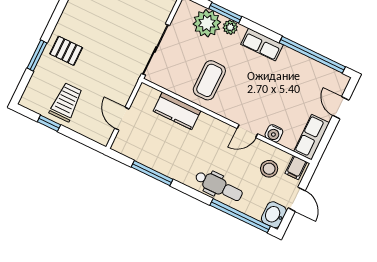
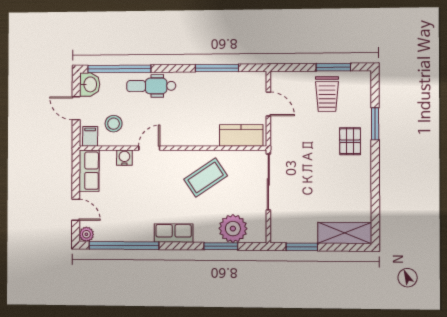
plant: (230, 27) -> (86, 234), moved
pallet: (66, 51) -> (350, 141), turned 90
coffee table: (209, 80) -> (206, 177), turned 56
kitchen counter: (177, 111) -> (241, 135), moved
window: (49, 123) -> (333, 67), width x1.50

